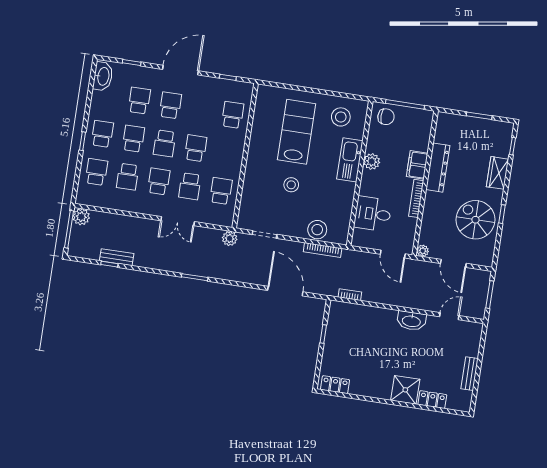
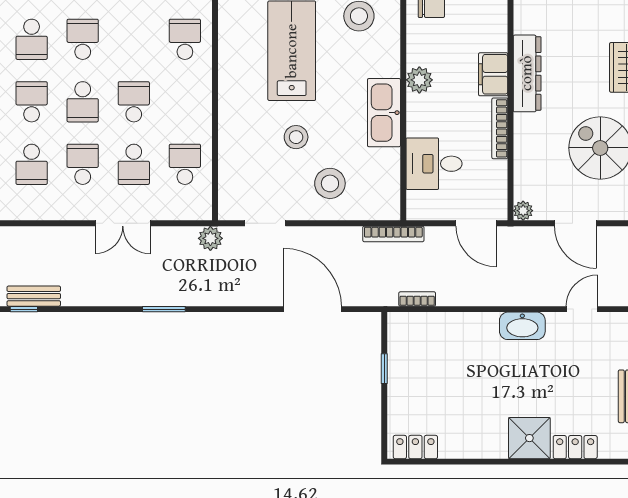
school desk: (139, 101) -> (32, 39), turned 180
kitchen sink: (350, 160) -> (384, 113), moved
stool: (317, 230) -> (330, 183), moved
bookcase: (323, 250) -> (393, 234), moved

